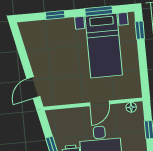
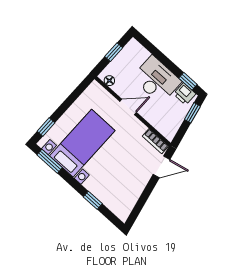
window: (99, 11) -> (50, 161), moved
bookcase: (56, 100) -> (155, 141), added

